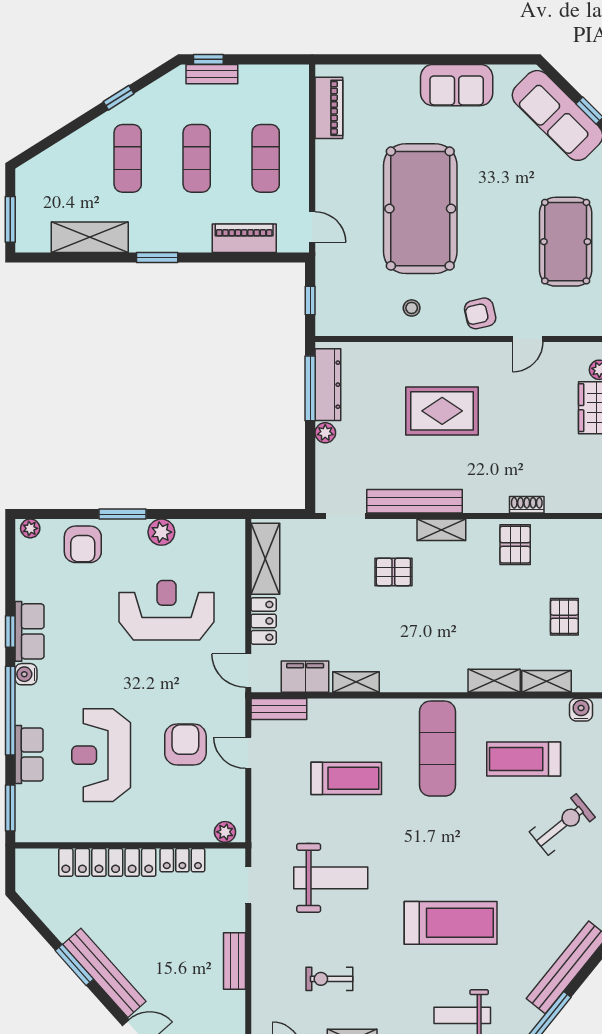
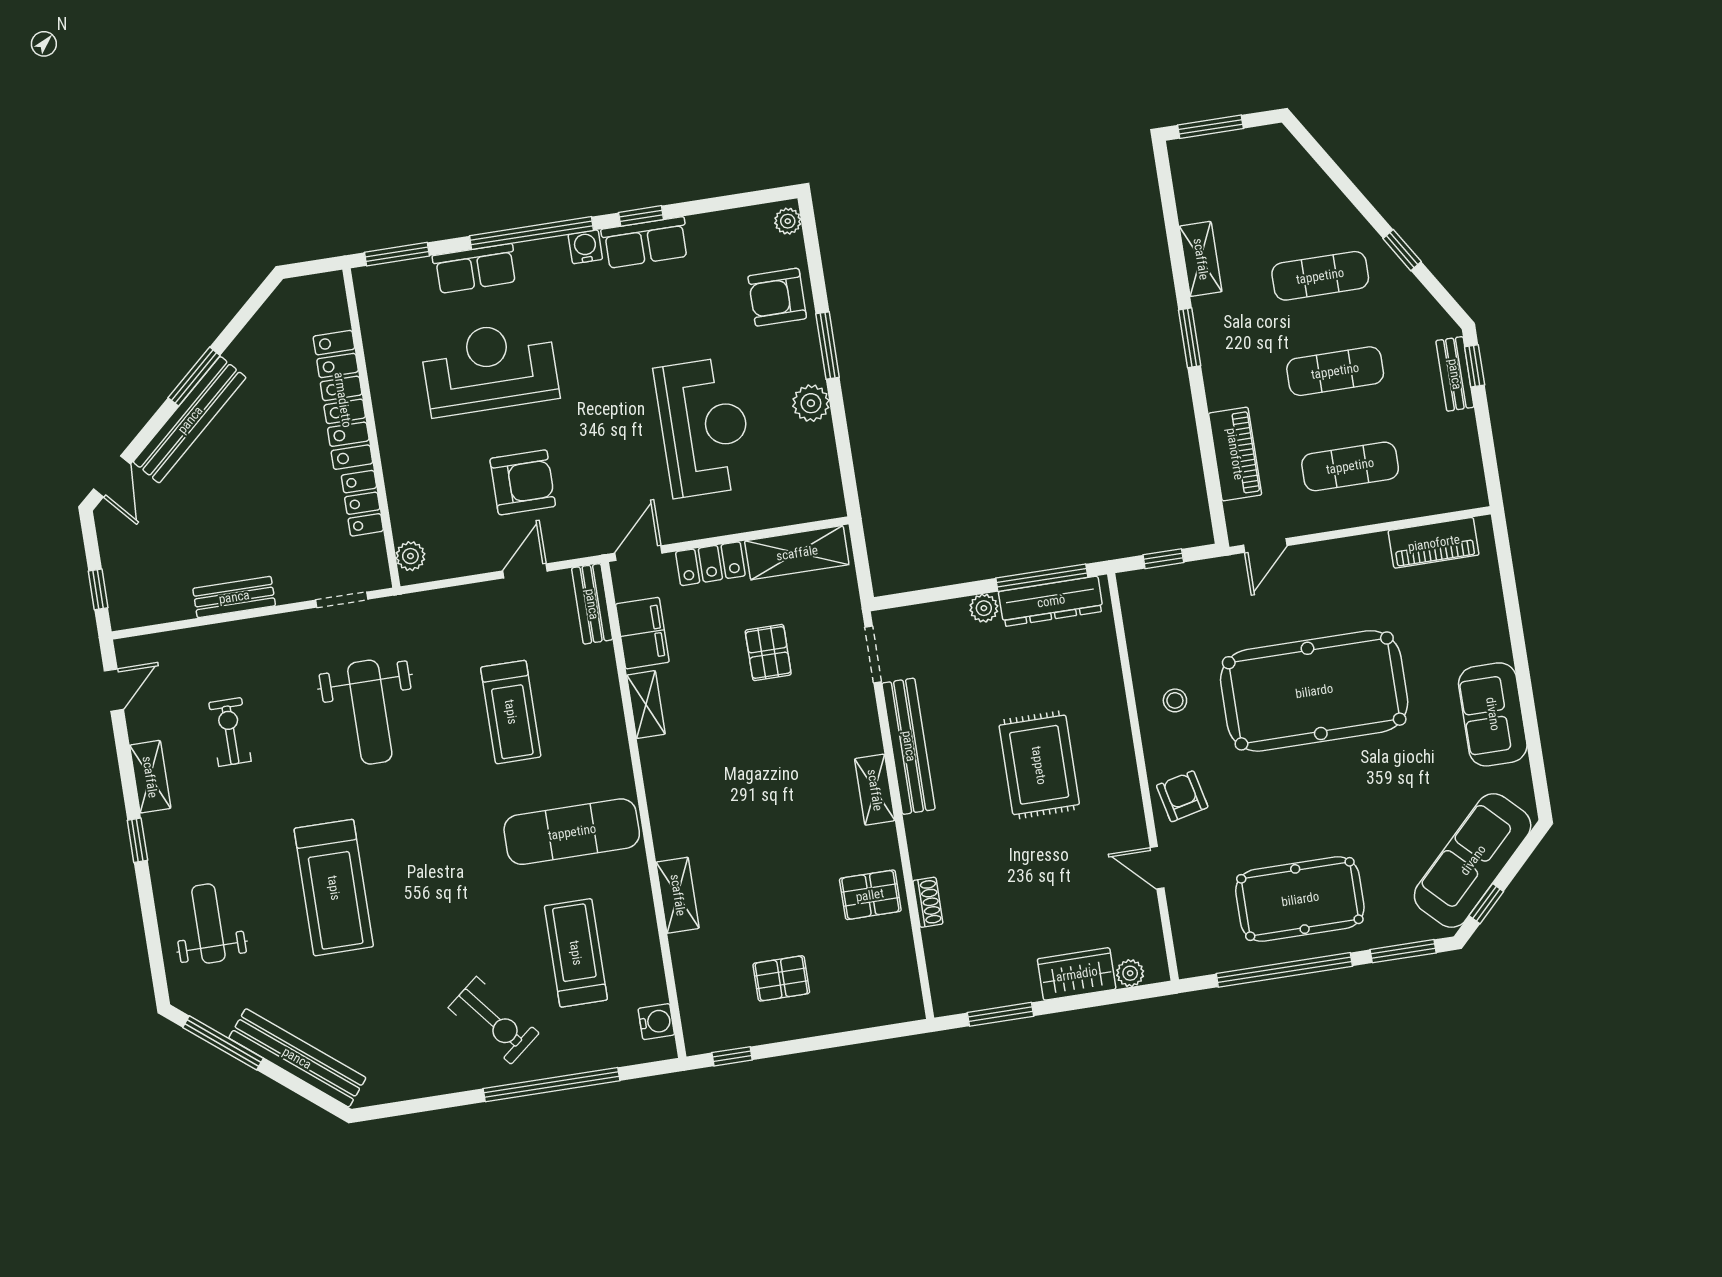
shelving: (90, 237) -> (1201, 259), width x0.67, depth x0.75
pallet: (393, 572) -> (768, 652), moved
shelving: (547, 681) -> (688, 968), removed

